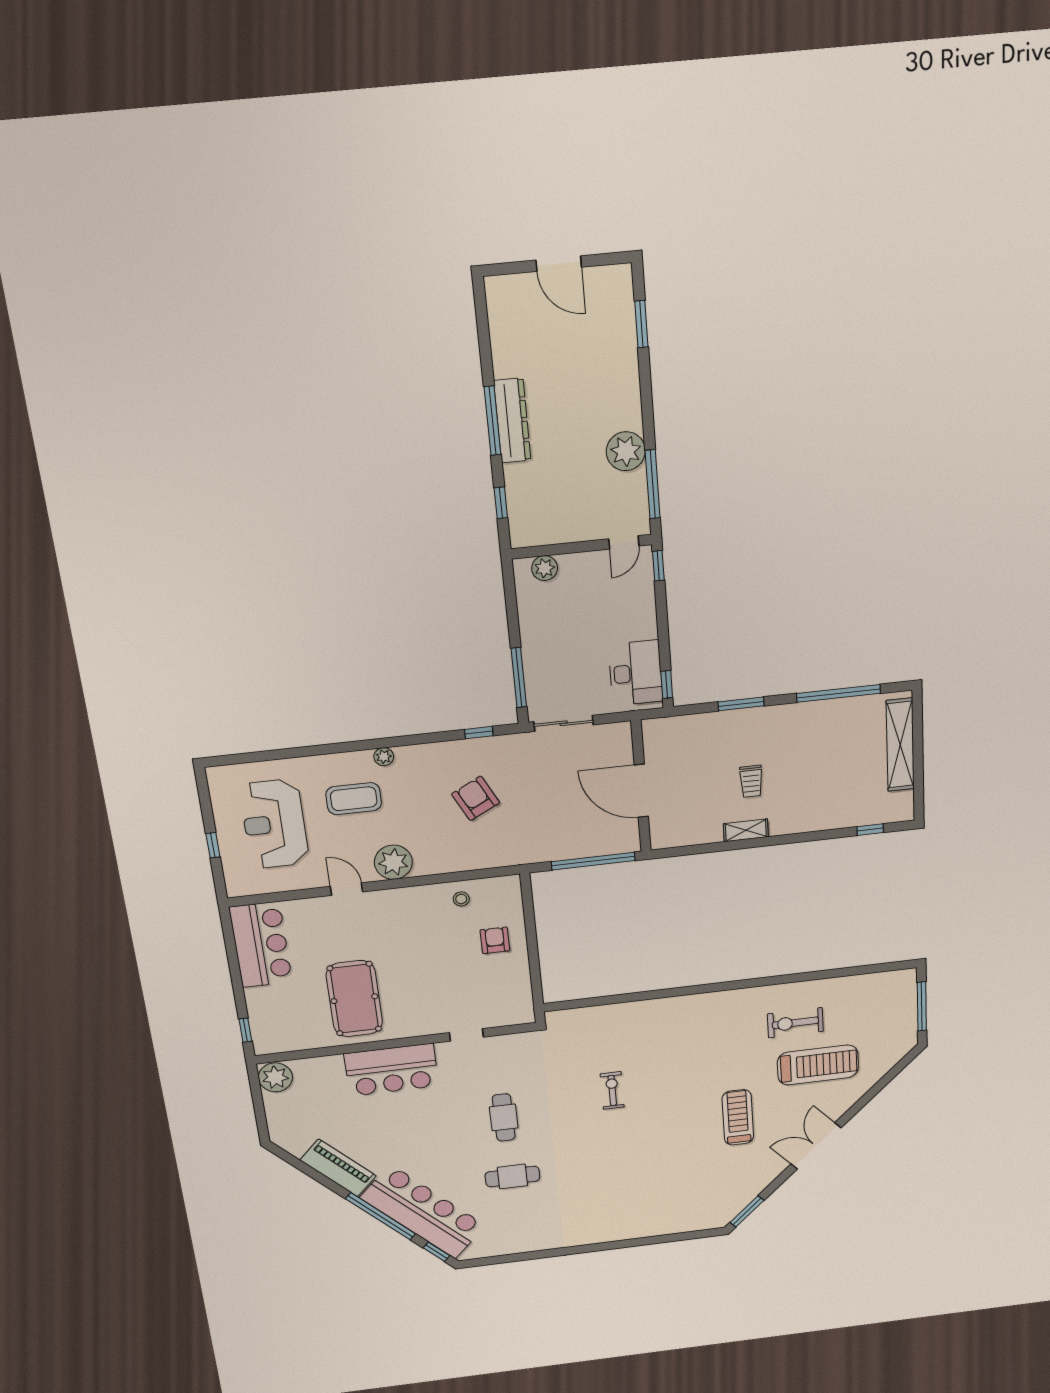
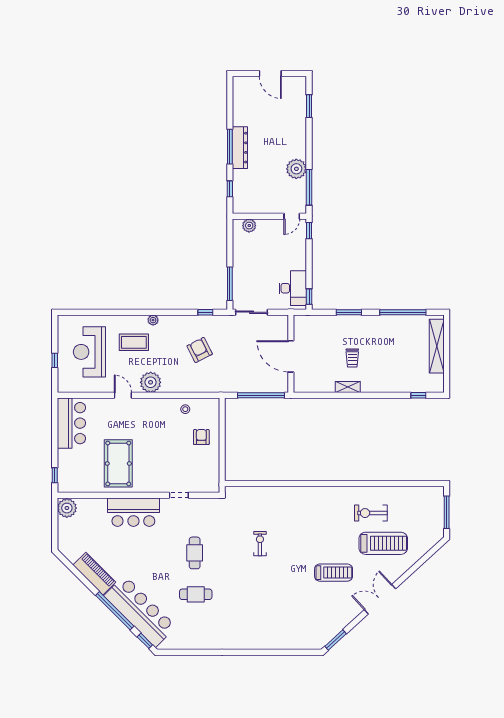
treadmill: (738, 1117) -> (334, 573), turned 90

